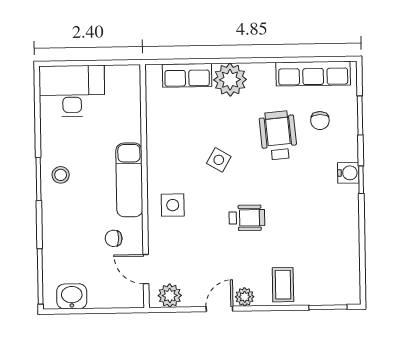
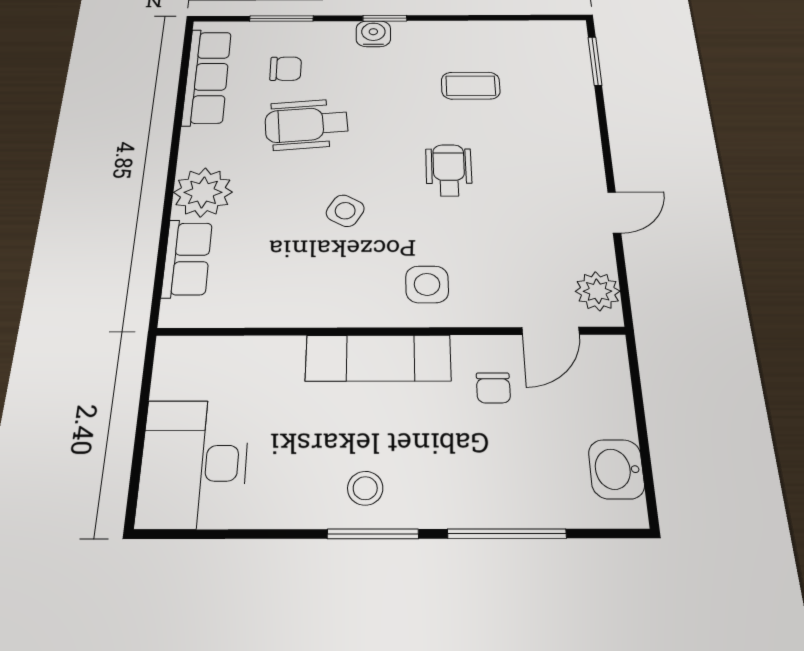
window: (40, 276) -> (507, 534), moved
coffee table: (283, 285) -> (471, 86), moved
plant: (245, 297) -> (589, 175), removed
door: (219, 309) -> (614, 212), swing flipped

